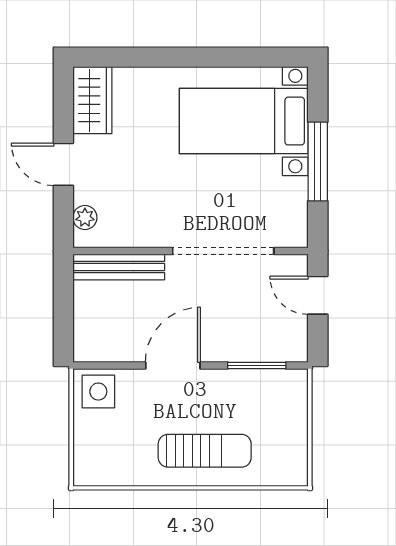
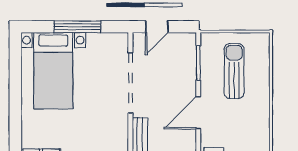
door: (173, 365) -> (198, 113), hinge flipped
sun lounger: (205, 451) -> (234, 71), moved

